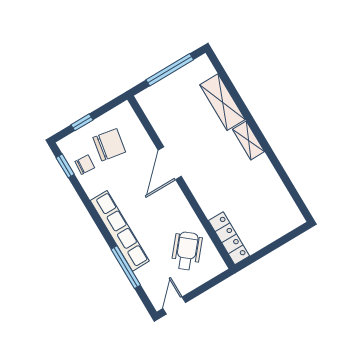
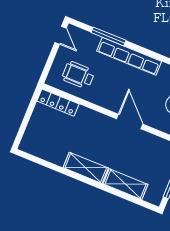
shelving: (249, 140) -> (86, 168), width x1.50, depth x1.33
wheelchair: (187, 251) -> (78, 75), turned 140

